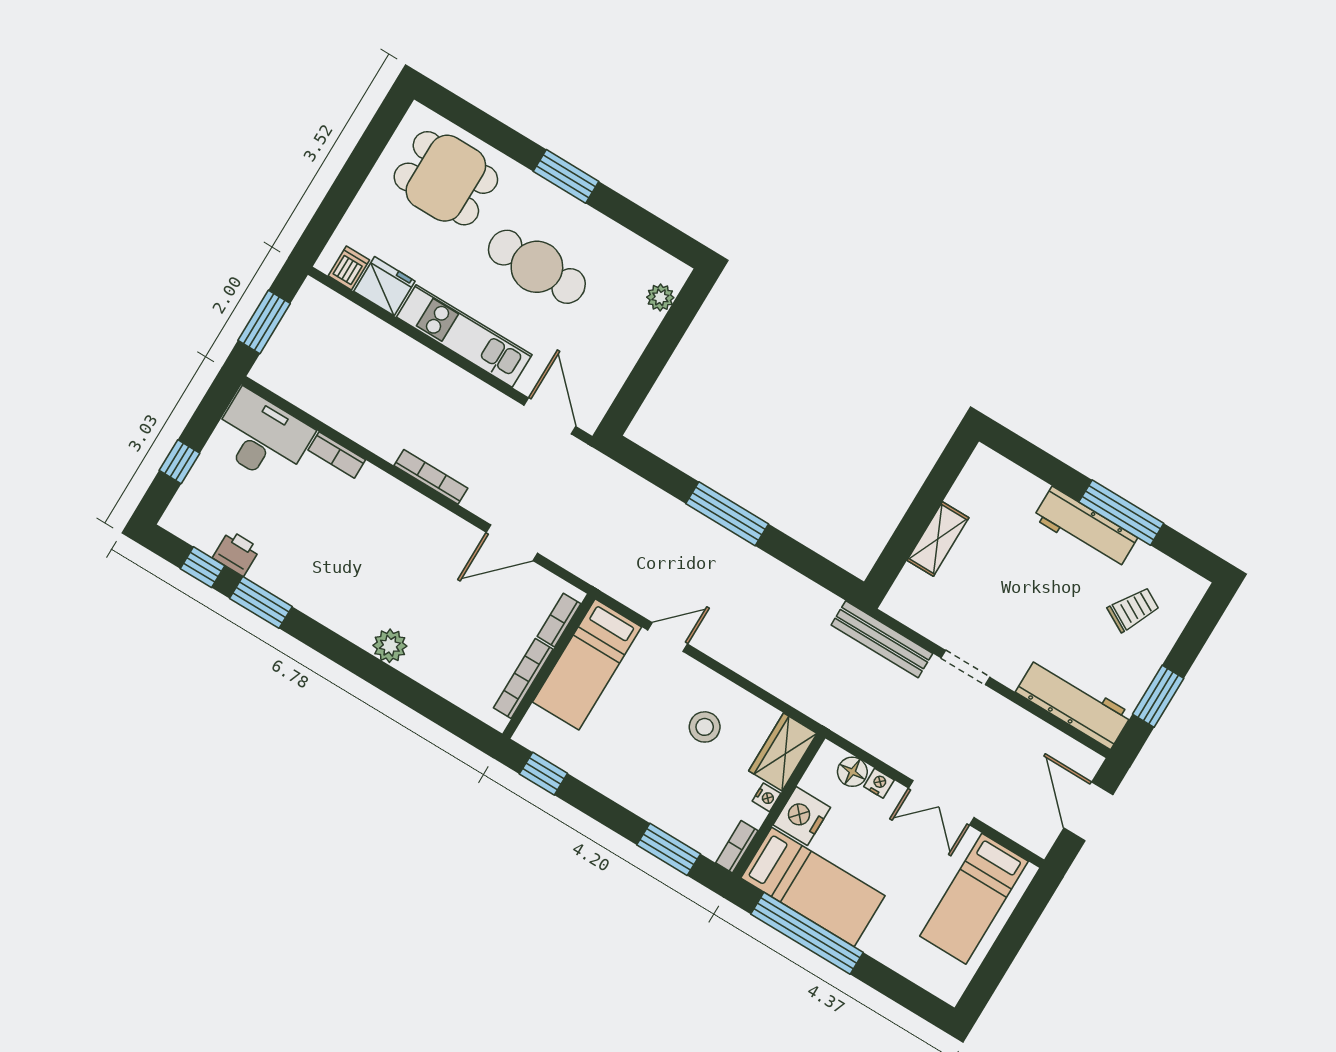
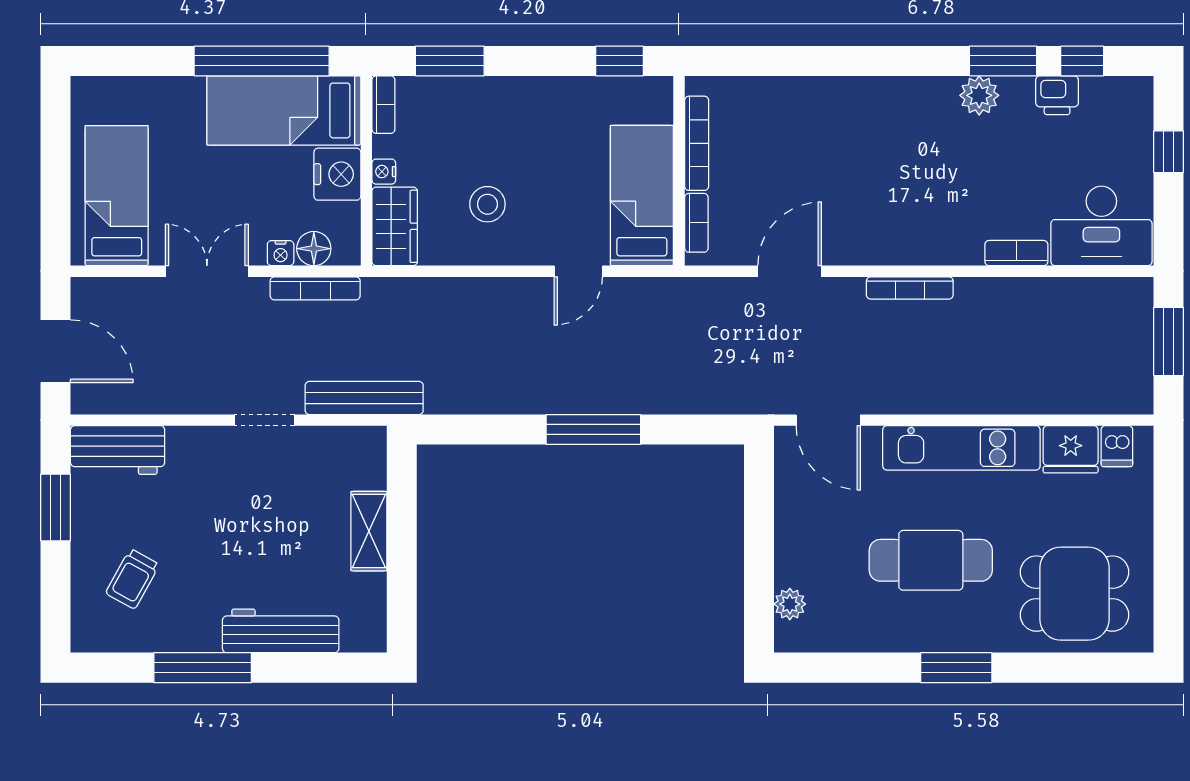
workbench: (1085, 528) -> (281, 631), moved
plant: (390, 646) -> (979, 95), moved
workbench: (1074, 703) -> (118, 450), width x0.73
bookcase: (869, 742) -> (315, 288), added

